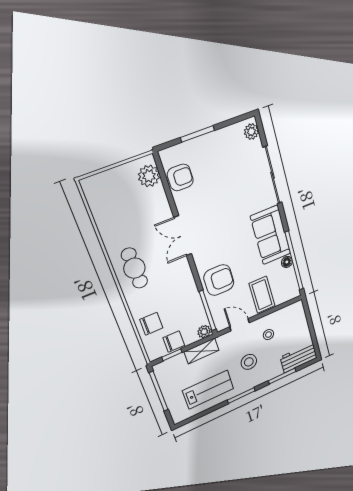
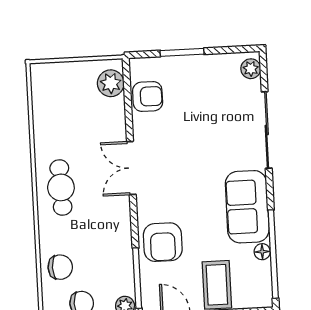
armchair: (219, 280) -> (163, 242), turned 90

